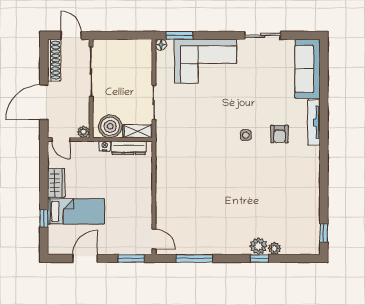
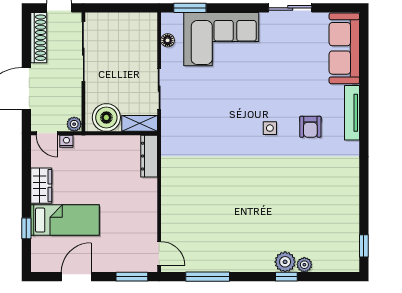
floor lamp: (161, 45) -> (168, 40), moved
nightstand: (105, 146) -> (66, 141), moved
dresser: (129, 148) -> (149, 156), moved, turned 90

